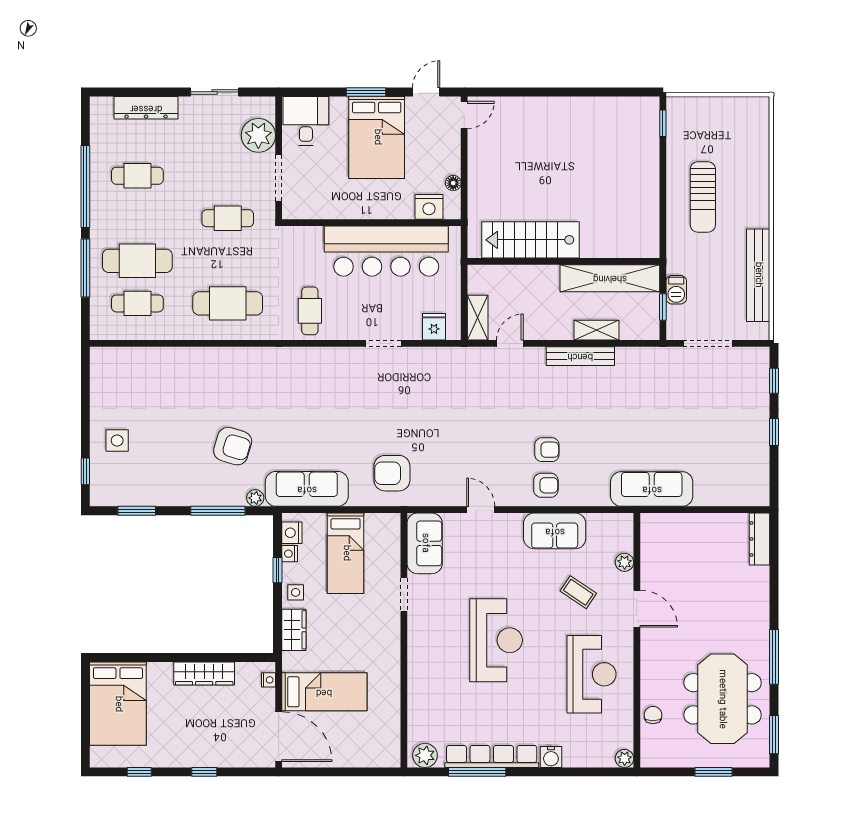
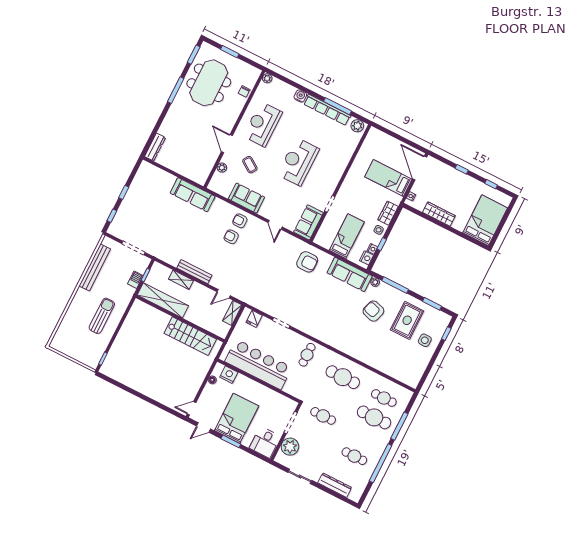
rug: (166, 460) -> (407, 320), added

